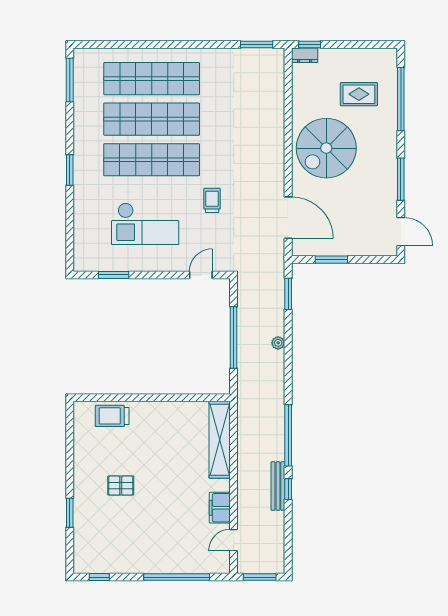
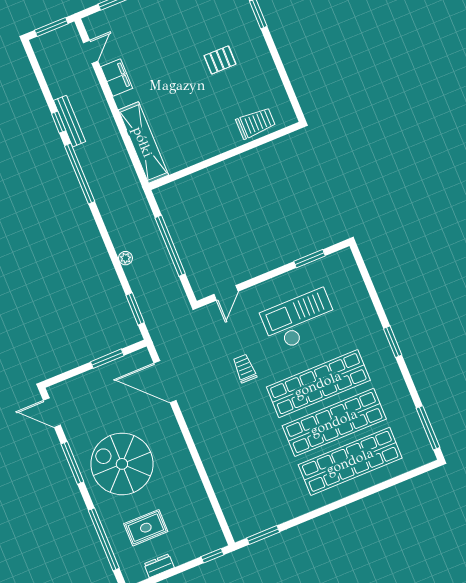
dresser: (305, 55) -> (159, 566), moved
spiral stairs: (326, 148) -> (122, 464), moved, turned -90
trolley: (212, 200) -> (245, 368), turned 180

